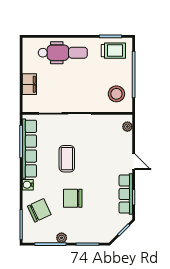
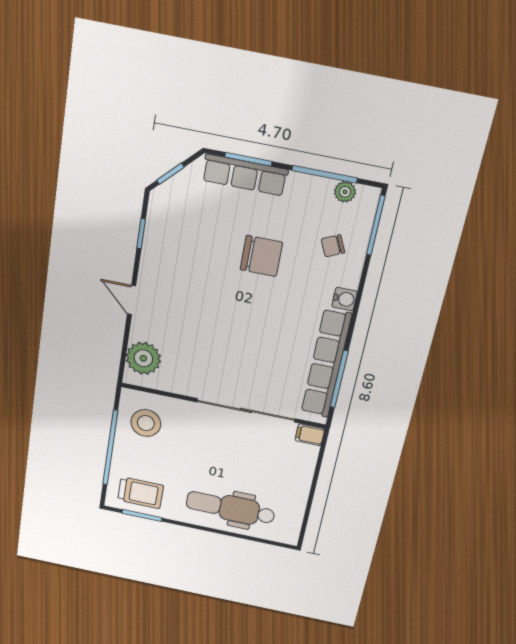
trolley: (113, 51) -> (141, 493), turned 180
filing cabinet: (29, 84) -> (310, 435), moved, width x0.50
plant: (127, 127) -> (143, 358), width x1.87, depth x1.87
coffee table: (67, 159) -> (258, 331), removed
row of seats: (126, 194) -> (245, 175), moved, turned 90
chair: (39, 210) -> (333, 246), width x0.54, depth x0.54
plant: (62, 238) -> (345, 192), moved

